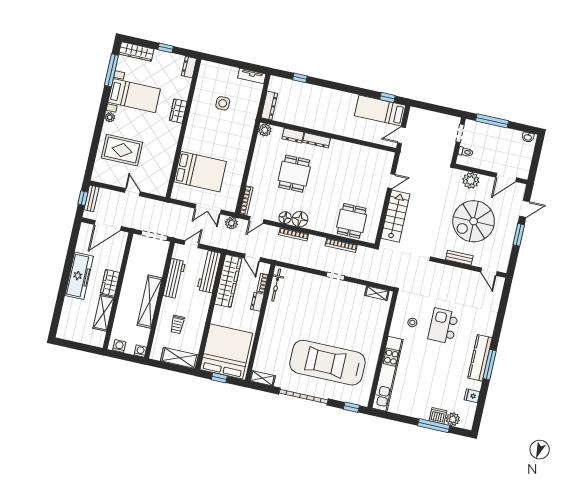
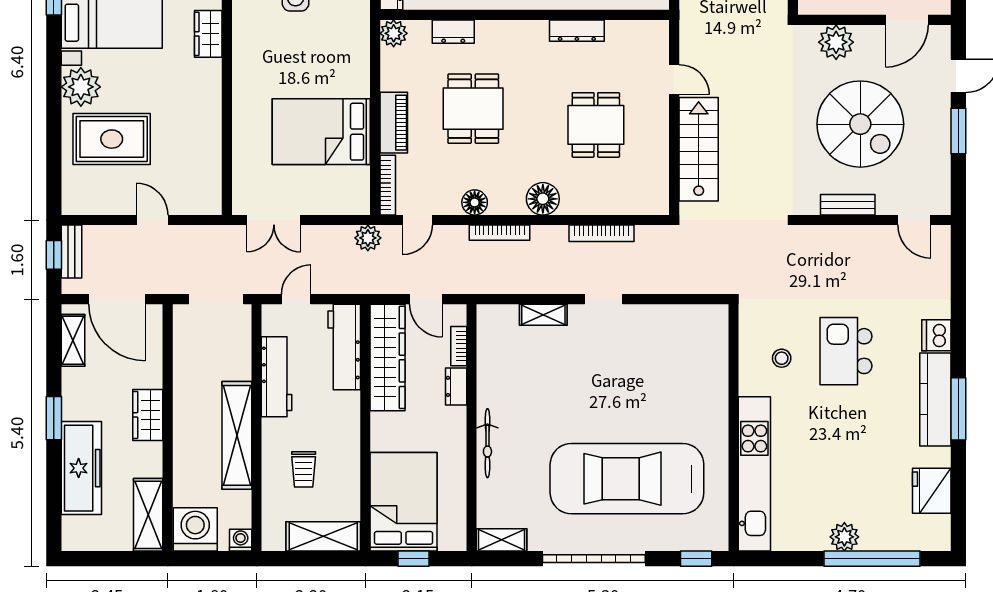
plant: (110, 117) -> (81, 87), width x1.87, depth x1.87
dresser: (317, 140) -> (577, 31), moved
bed: (200, 172) -> (321, 132), moved, turned 180
piano: (256, 172) -> (394, 123), added
door: (391, 181) -> (674, 80), hinge flipped
double door: (208, 209) -> (274, 220), moved
floor lamp: (300, 219) -> (543, 199), moved
dining table: (352, 221) -> (596, 125), moved
spiral stairs: (474, 221) -> (860, 124), turned -90
door: (108, 225) -> (117, 299), hinge flipped
shelving: (83, 240) -> (73, 340), added
window: (66, 274) -> (54, 418), added
freezer: (79, 276) -> (81, 468), moved
bicycle: (276, 285) -> (487, 443), moved
shelving: (377, 293) -> (543, 315), moved
shelving: (104, 313) -> (148, 515), moved
washing machine: (119, 346) -> (195, 529), width x1.89, depth x1.89
bed: (226, 351) -> (404, 502), width x0.73
fridge: (472, 396) -> (932, 491), width x1.88, depth x1.34
dishwasher: (438, 416) -> (936, 335), moved, turned -90
plant: (453, 419) -> (844, 537), moved
window: (434, 426) -> (872, 559), width x1.46

